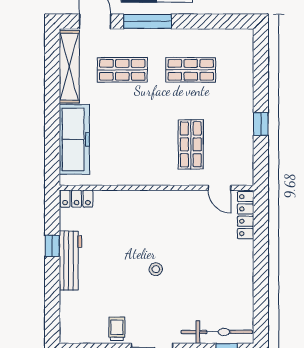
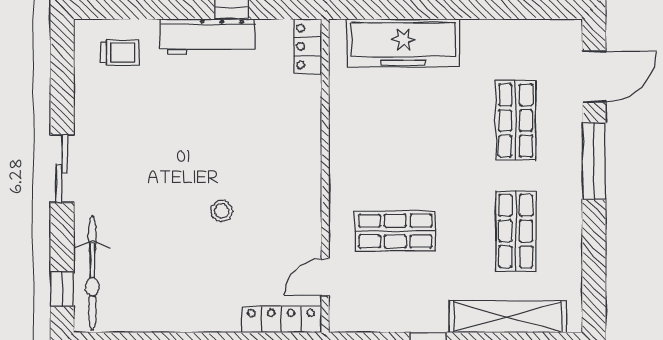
shelving: (69, 67) -> (508, 317), moved
stool: (156, 269) -> (222, 211), moved
trolley: (117, 329) -> (120, 53), moved

